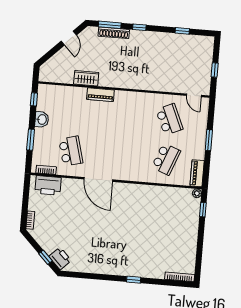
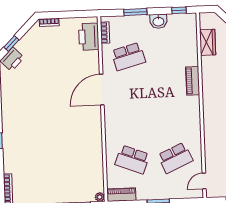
wardrobe: (86, 78) -> (208, 42), moved

